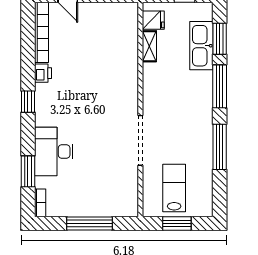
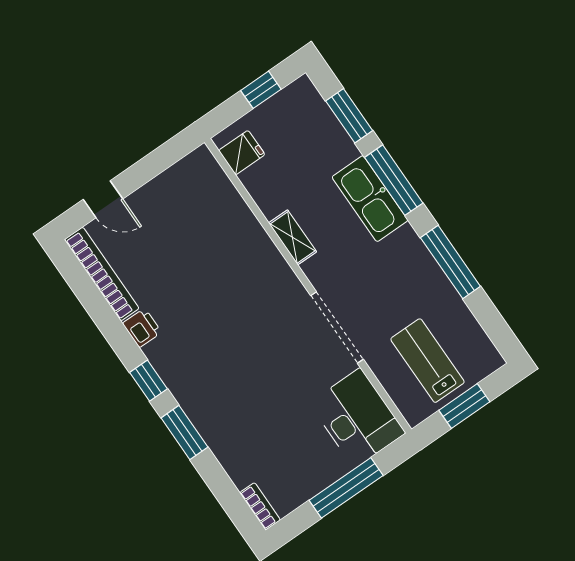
shelving: (149, 46) -> (293, 237), moved
kitchen sink: (201, 46) -> (370, 199), moved
desk: (54, 152) -> (357, 418), moved, turned 180
window: (28, 171) -> (184, 433), moved

